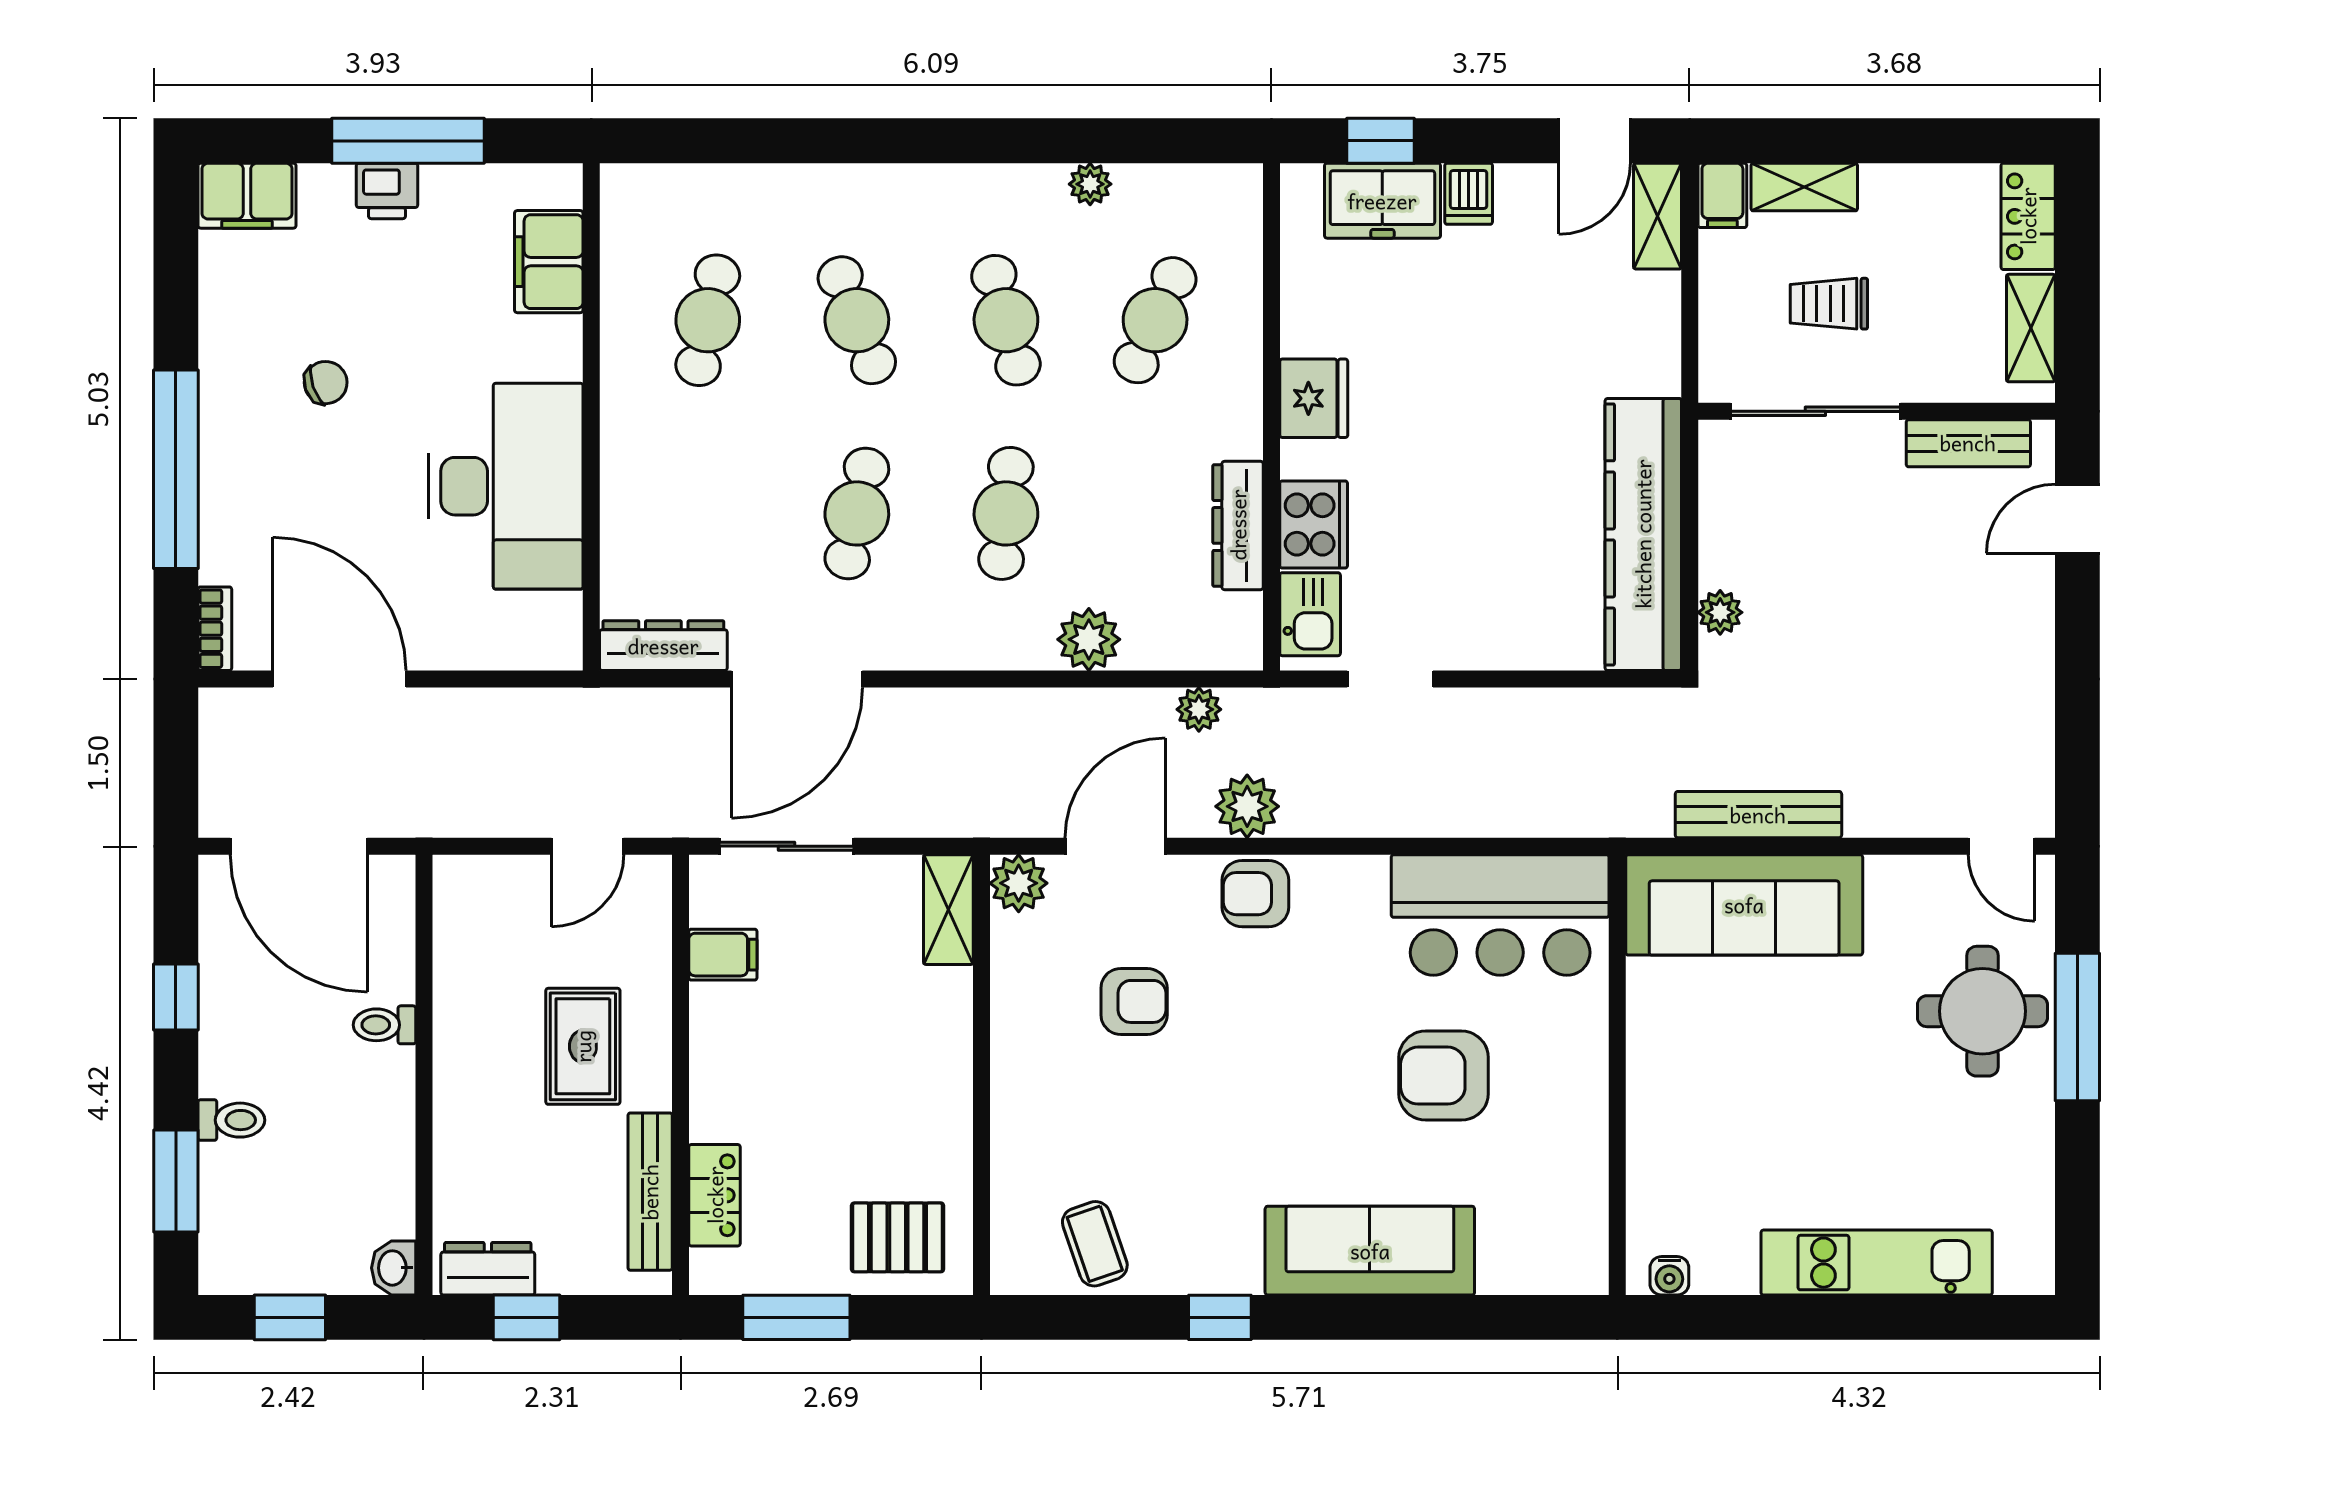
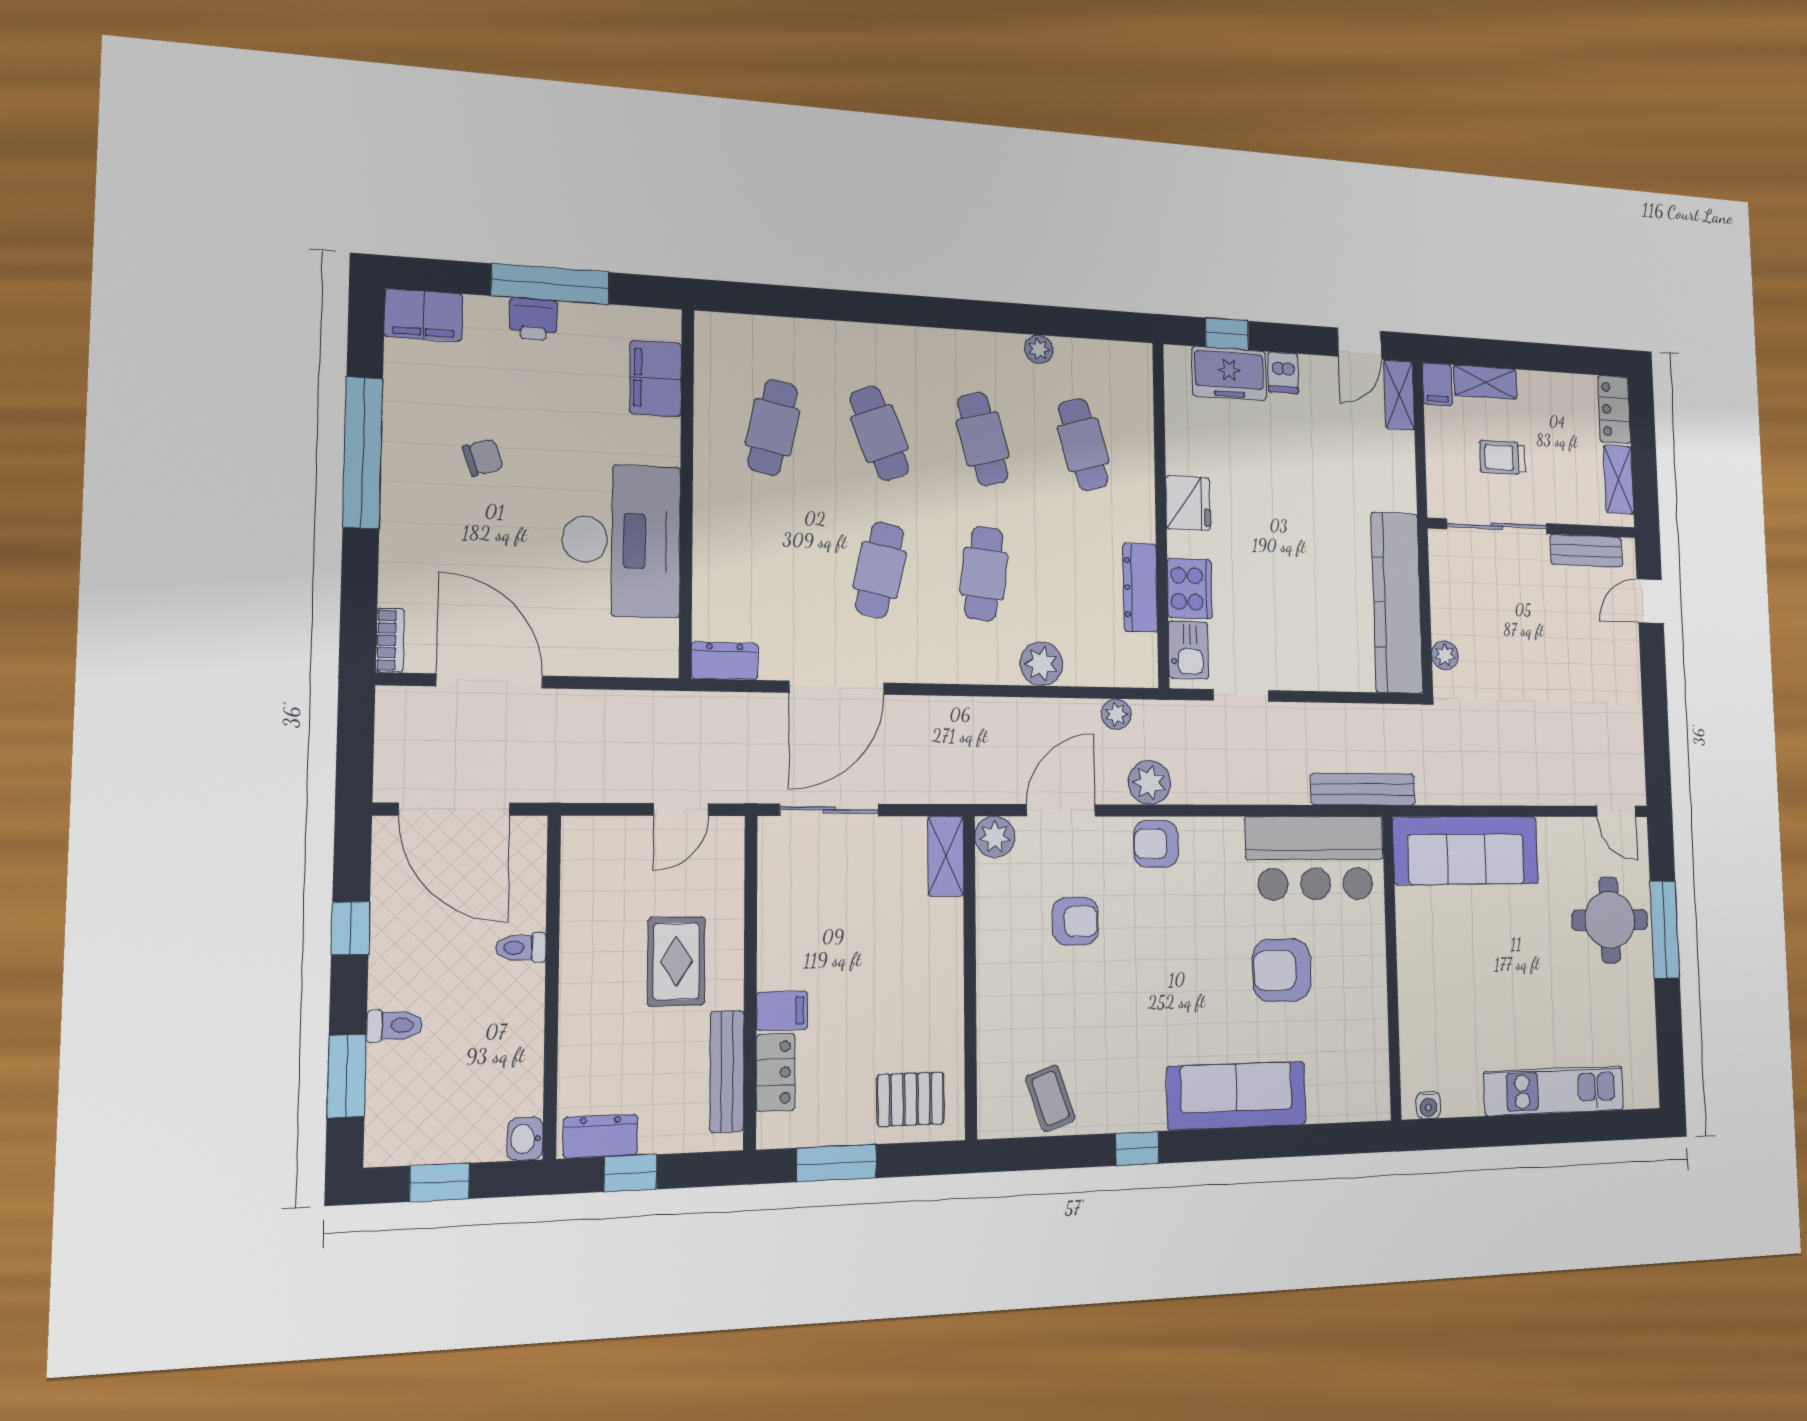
cafe table: (1155, 320) -> (1083, 445), turned -39
window: (176, 469) -> (363, 453), moved
dresser: (663, 646) -> (725, 661), width x0.70
bench: (1758, 815) -> (1363, 789), moved
filing cabinet: (723, 955) -> (782, 1011), moved

